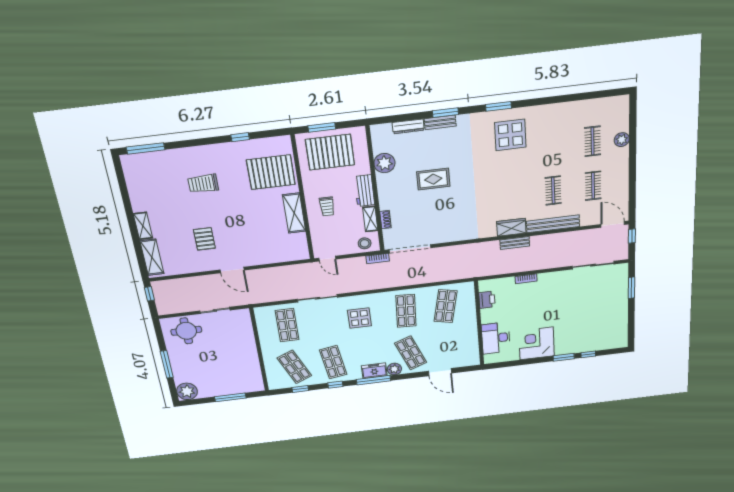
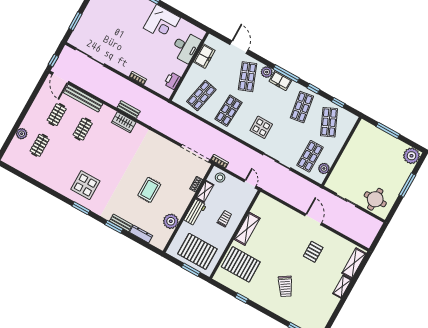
rug: (433, 179) -> (149, 190), turned 90
trolley: (203, 184) -> (285, 286), turned 57
bench: (553, 224) -> (83, 98), moved
window: (149, 294) -> (376, 241), removed
plant: (263, 324) -> (324, 168), added
freezer: (470, 342) -> (204, 56), added

